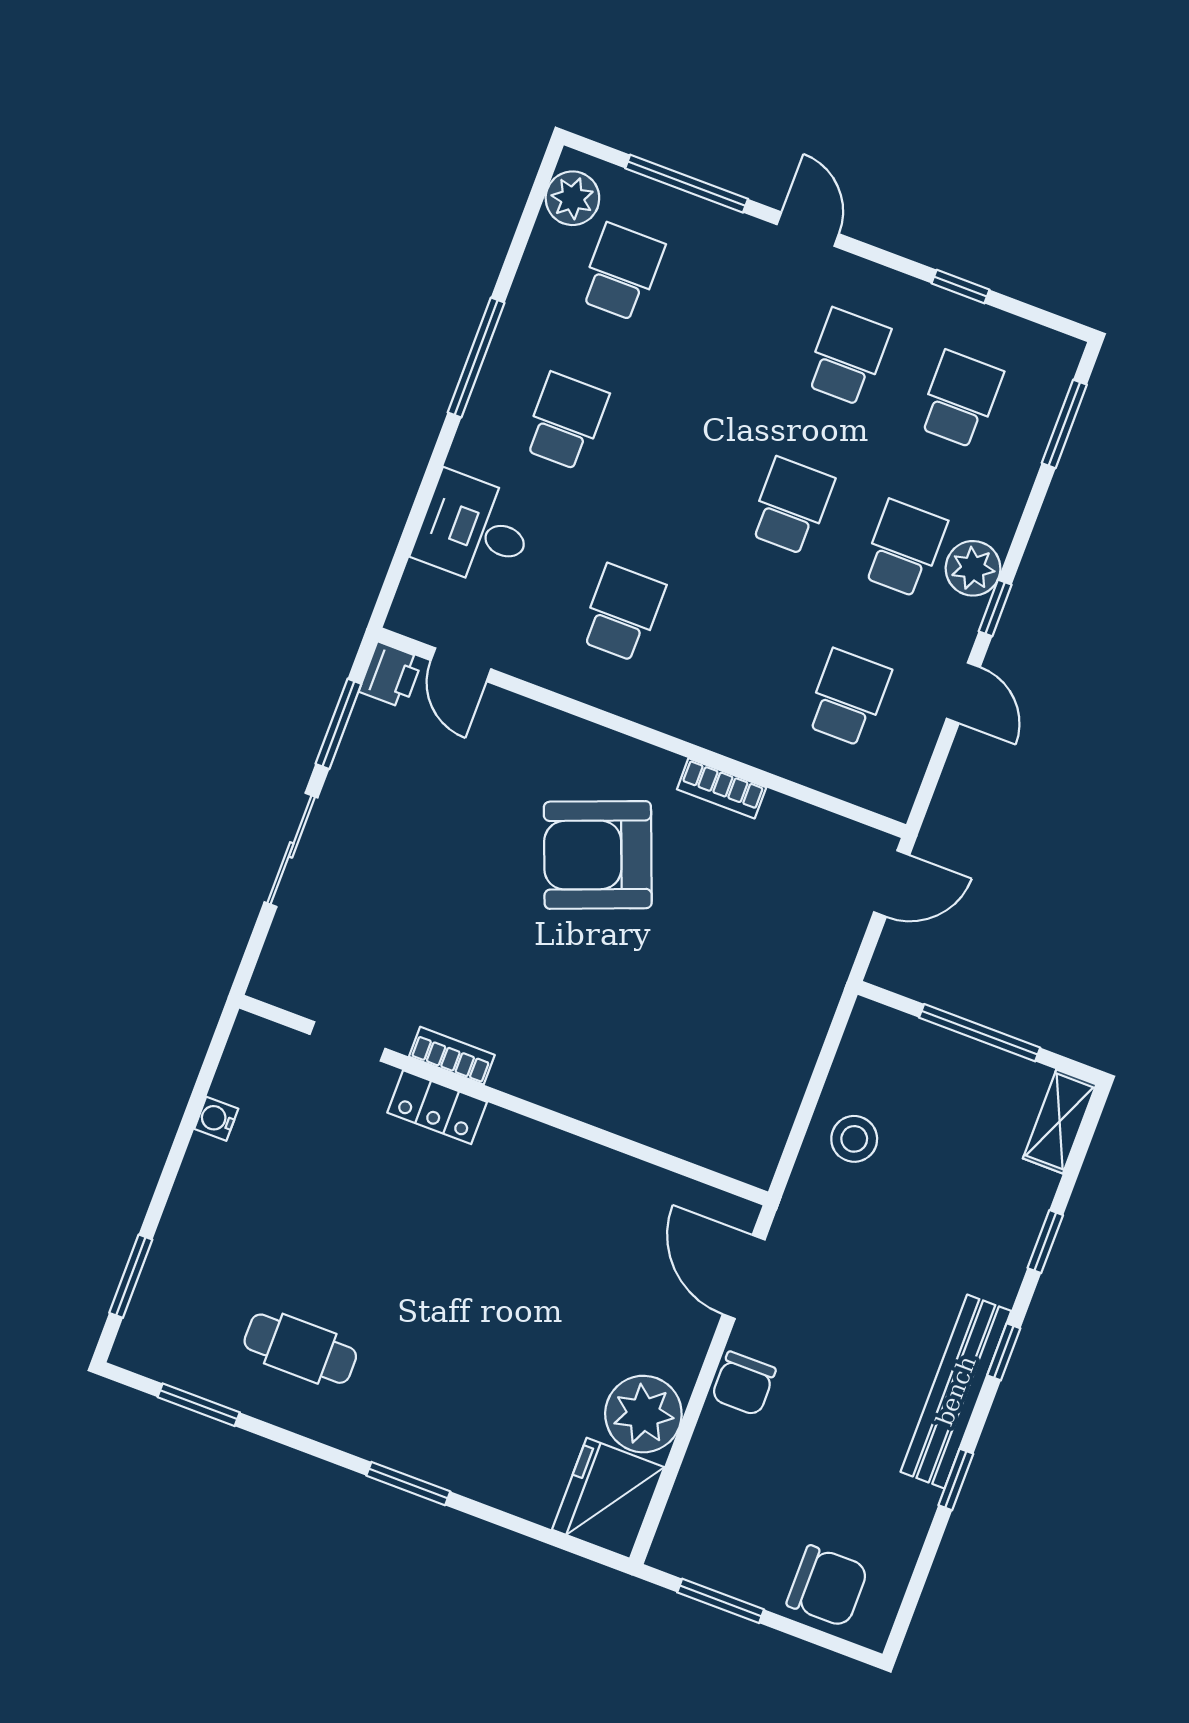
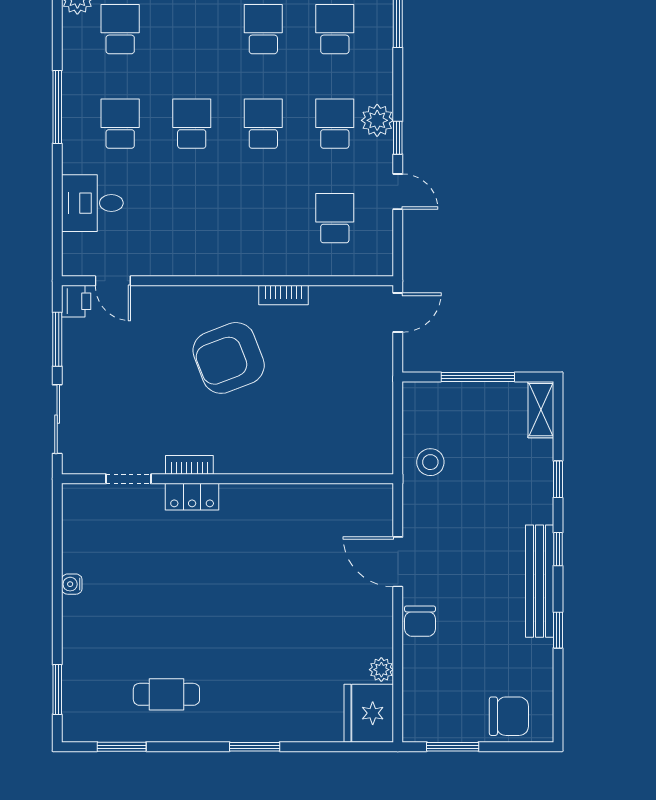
school desk: (622, 613) -> (192, 124), moved
doorway: (348, 1041) -> (129, 479), moved
bookcase: (452, 1056) -> (189, 465), moved
wall: (504, 1100) -> (227, 479), moved
locker: (437, 1107) -> (192, 497), moved
plant: (643, 1414) -> (381, 670), width x0.53, depth x0.53

